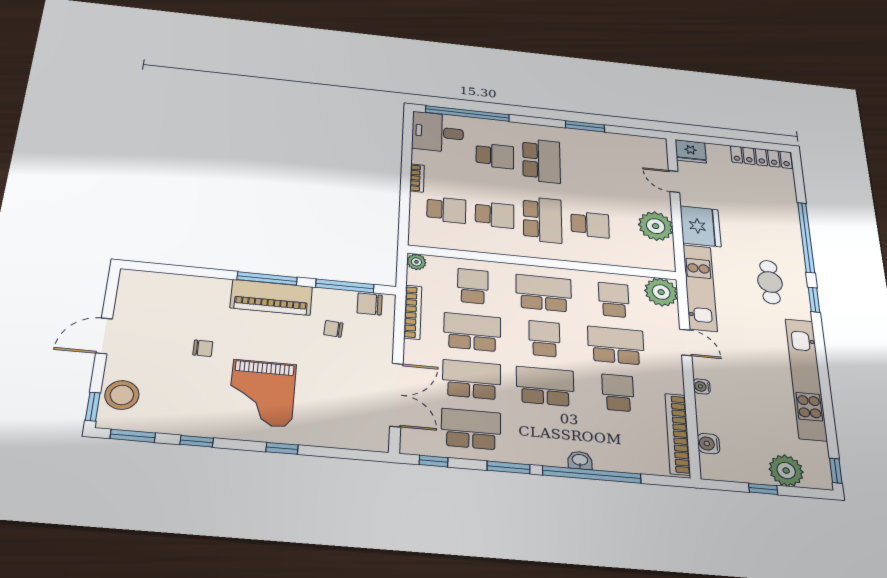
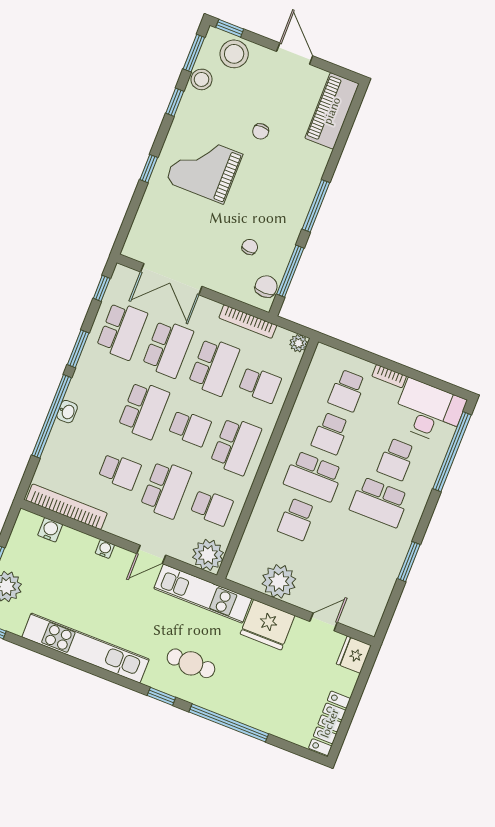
desk: (438, 132) -> (429, 412), width x1.37
piano: (271, 297) -> (332, 111), moved
stool: (162, 420) -> (202, 79), added

